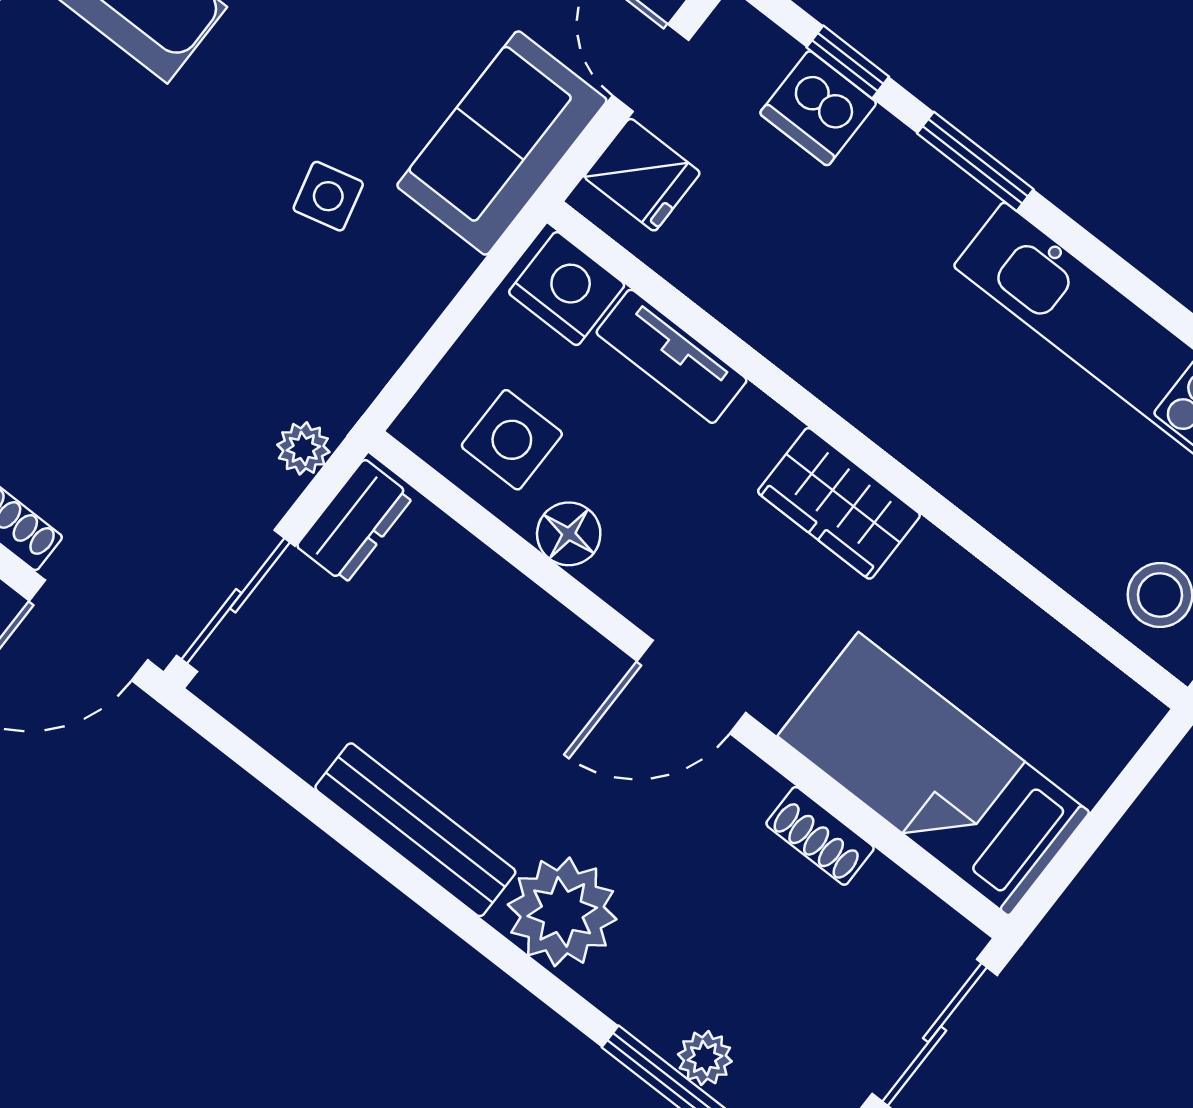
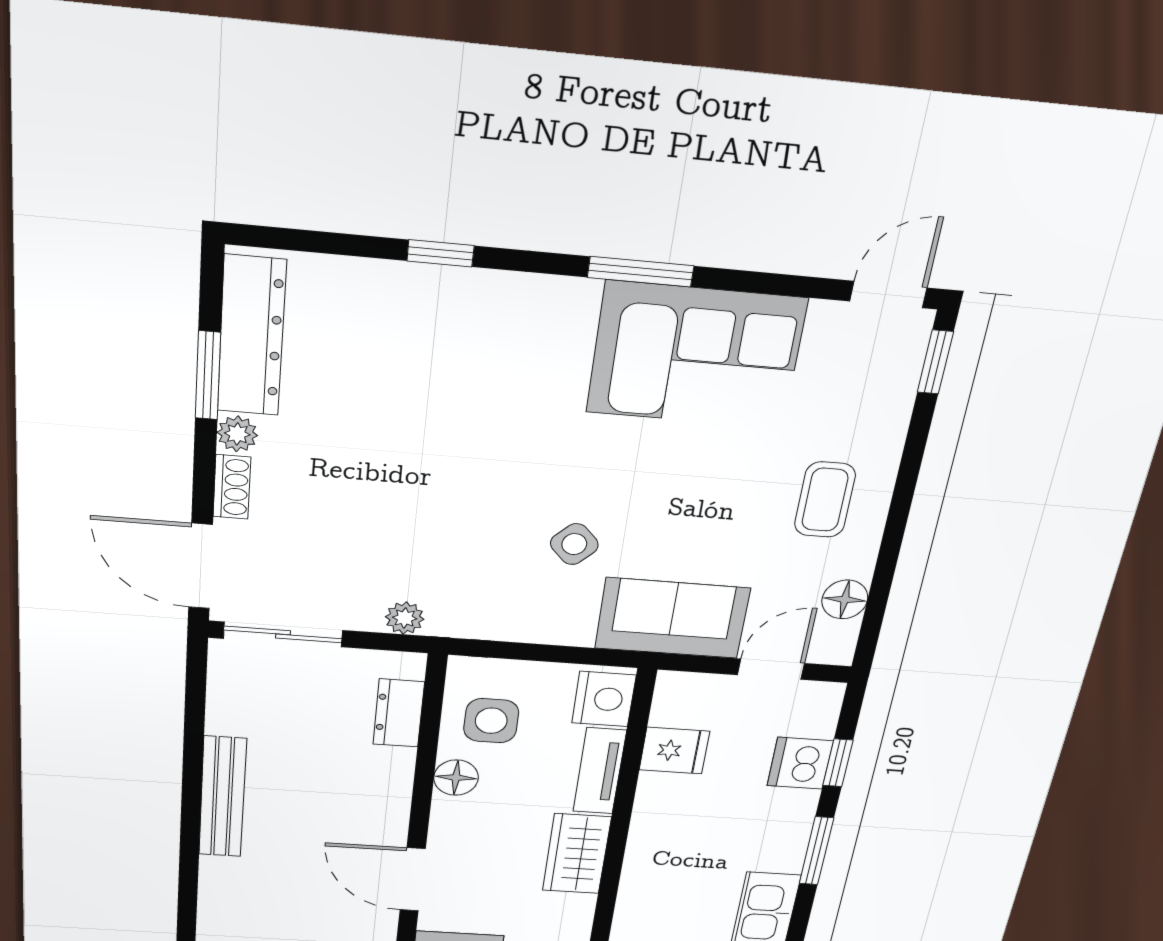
fridge: (642, 175) -> (674, 751), moved, turned -90
side table: (328, 196) -> (574, 544), turned -30
wardrobe: (839, 503) -> (577, 854), moved
dresser: (355, 521) -> (399, 713), moved, turned 90
plant: (562, 912) -> (236, 888), removed

